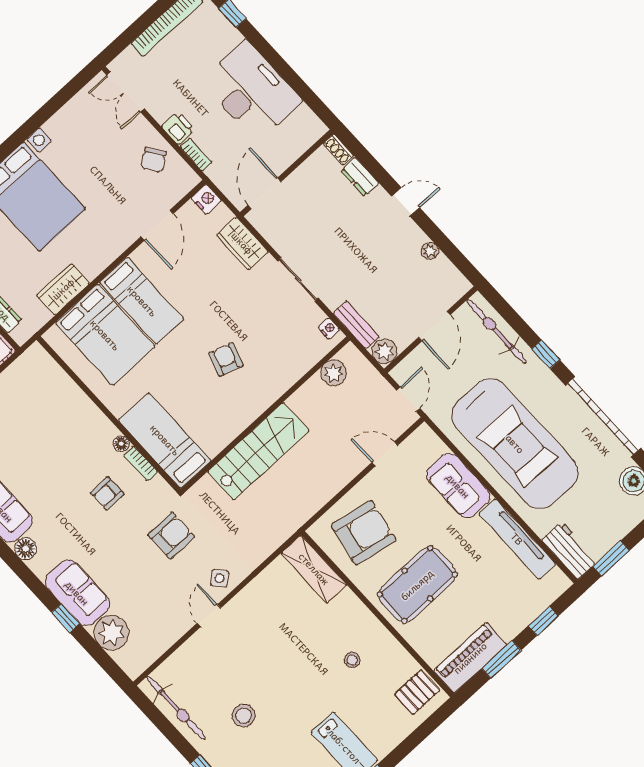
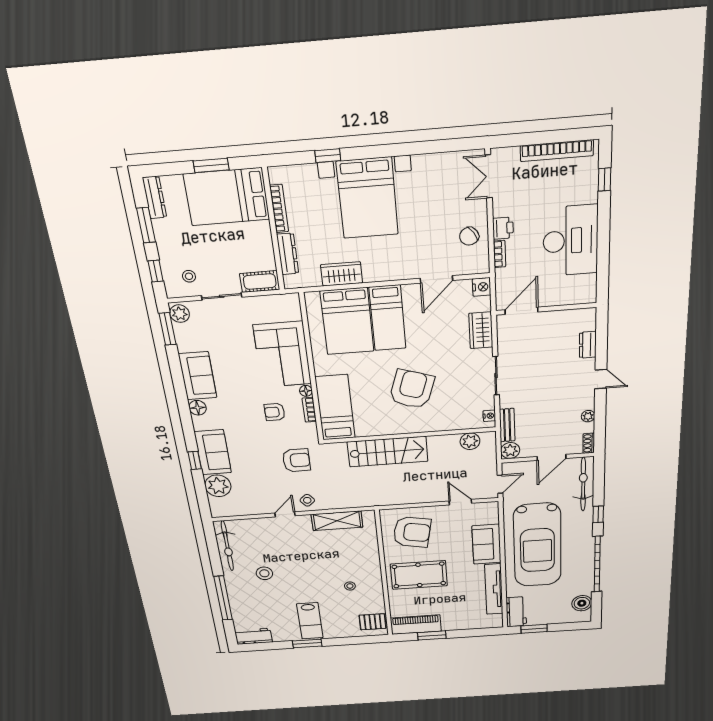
shoe rack: (338, 150) -> (589, 443), moved
armchair: (226, 359) -> (412, 389), width x1.88, depth x1.88
corner sofa: (68, 420) -> (282, 355), added
shelving: (314, 569) -> (337, 521), moved, turned 90
window: (543, 621) -> (471, 633), removed

